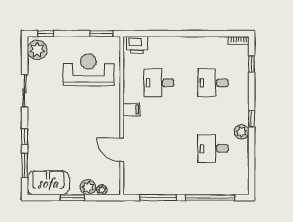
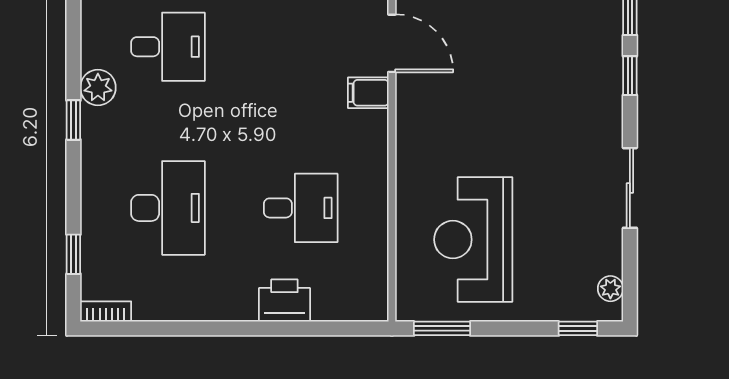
printer: (137, 45) -> (284, 301), moved
plant: (37, 50) -> (610, 289), width x0.53, depth x0.53
reception desk: (89, 70) -> (473, 240), turned 90
desk: (213, 83) -> (168, 208), width x1.37
filing cabinet: (131, 109) -> (368, 93), moved

